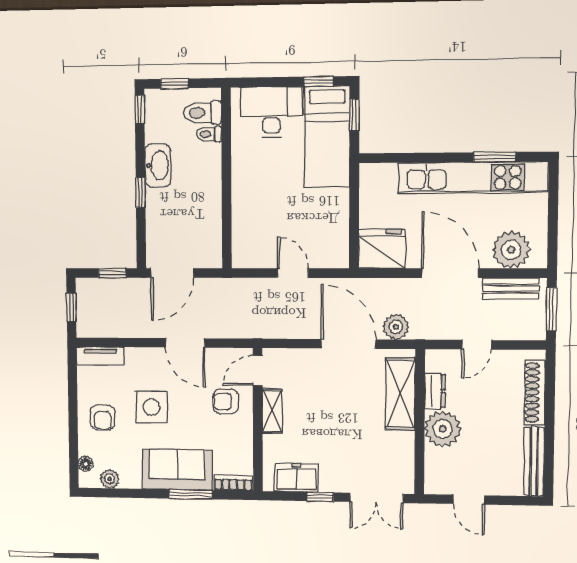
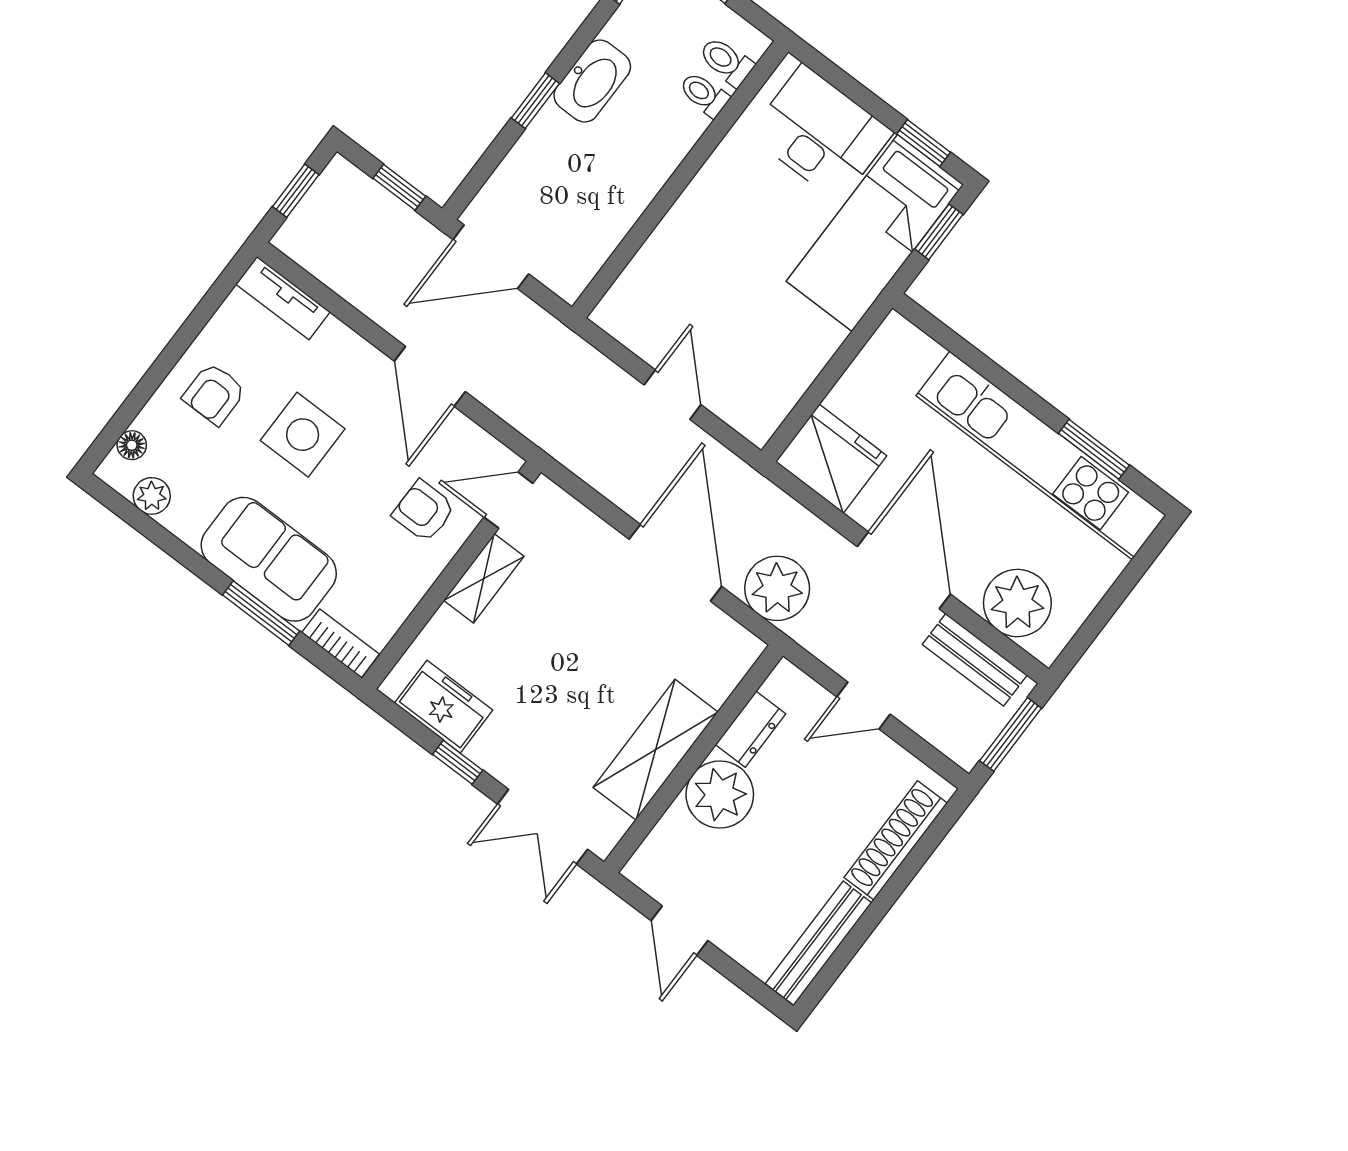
toilet: (202, 113) -> (726, 61), width x0.73, depth x0.72
plant: (396, 327) -> (777, 588), width x1.36, depth x1.36
shelving: (400, 394) -> (655, 750), moved

